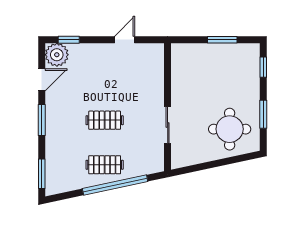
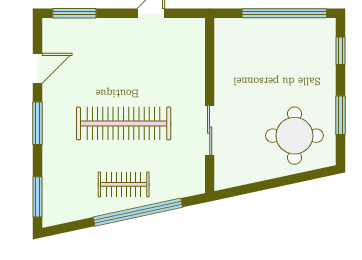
window: (69, 40) -> (74, 13), width x1.50
window: (222, 40) -> (284, 13), width x2.11
plant: (57, 55) -> (58, 34), removed
clothes rail: (105, 120) -> (124, 123), width x1.86, depth x1.31

